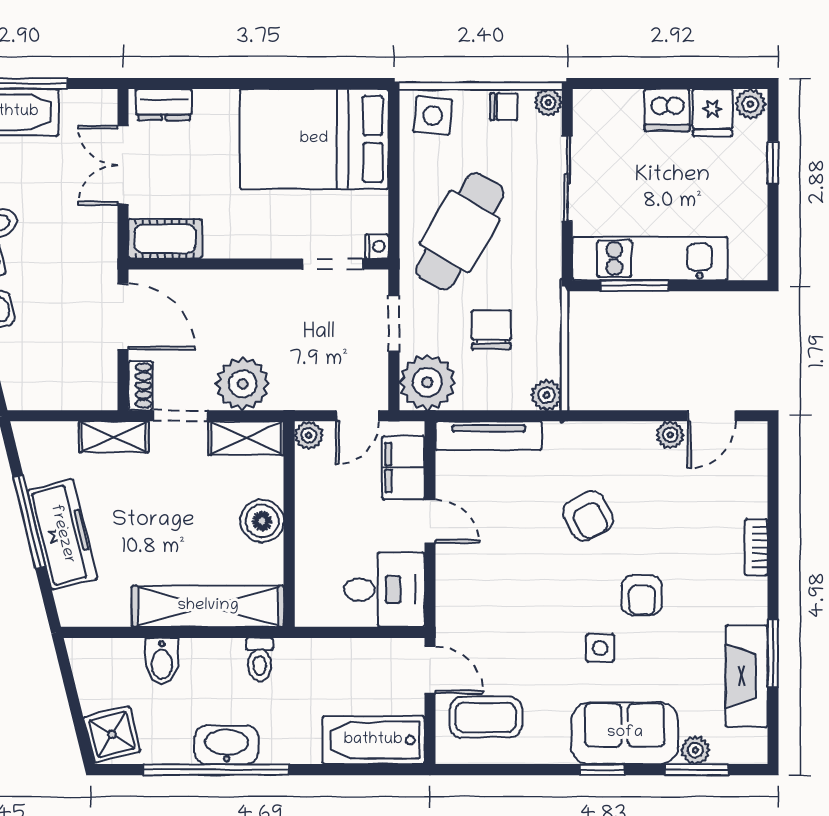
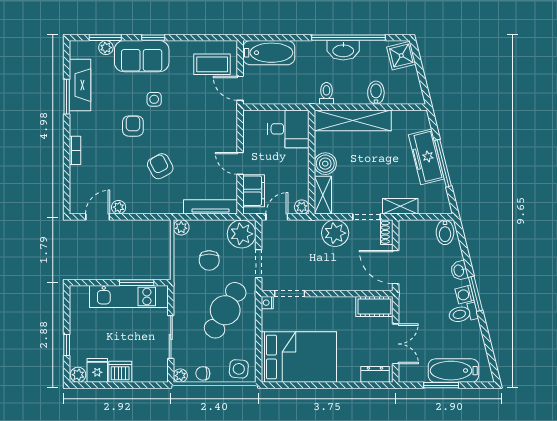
bidet: (26, 386) -> (445, 232), added
shelving: (246, 438) -> (323, 195), moved, turned 90
desk: (384, 590) -> (288, 129), moved, turned 180

